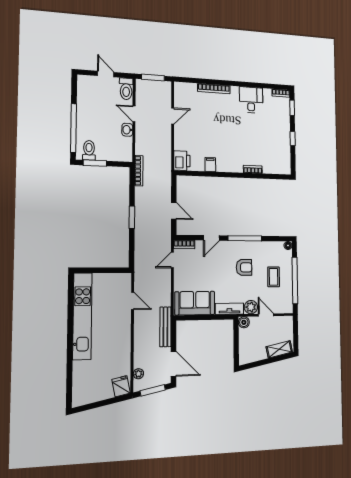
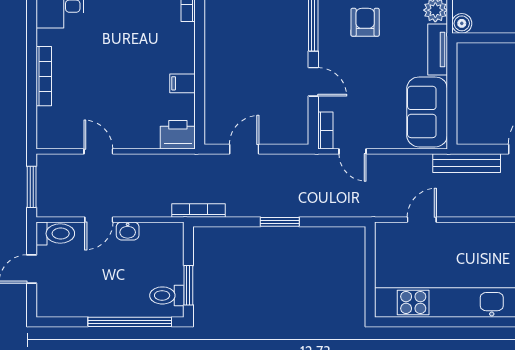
door: (174, 211) -> (244, 149), moved

